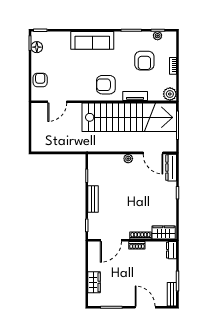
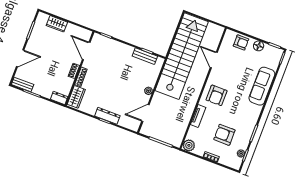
sofa: (92, 40) -> (262, 86), moved
floor lamp: (37, 47) -> (259, 46), moved
armchair: (106, 85) -> (217, 95), turned 180
door: (57, 102) -> (214, 60), moved
stairs: (129, 117) -> (182, 56), moved, turned 180
dresser: (171, 168) -> (107, 116), moved
bench: (93, 199) -> (145, 56), moved

